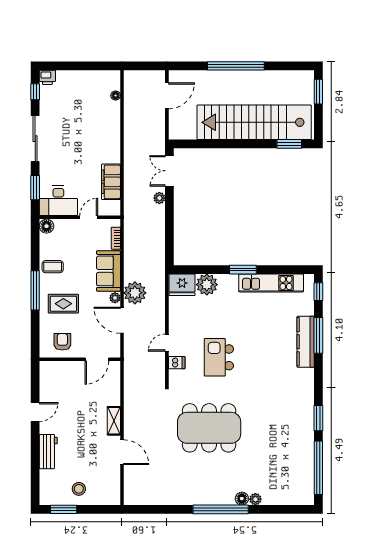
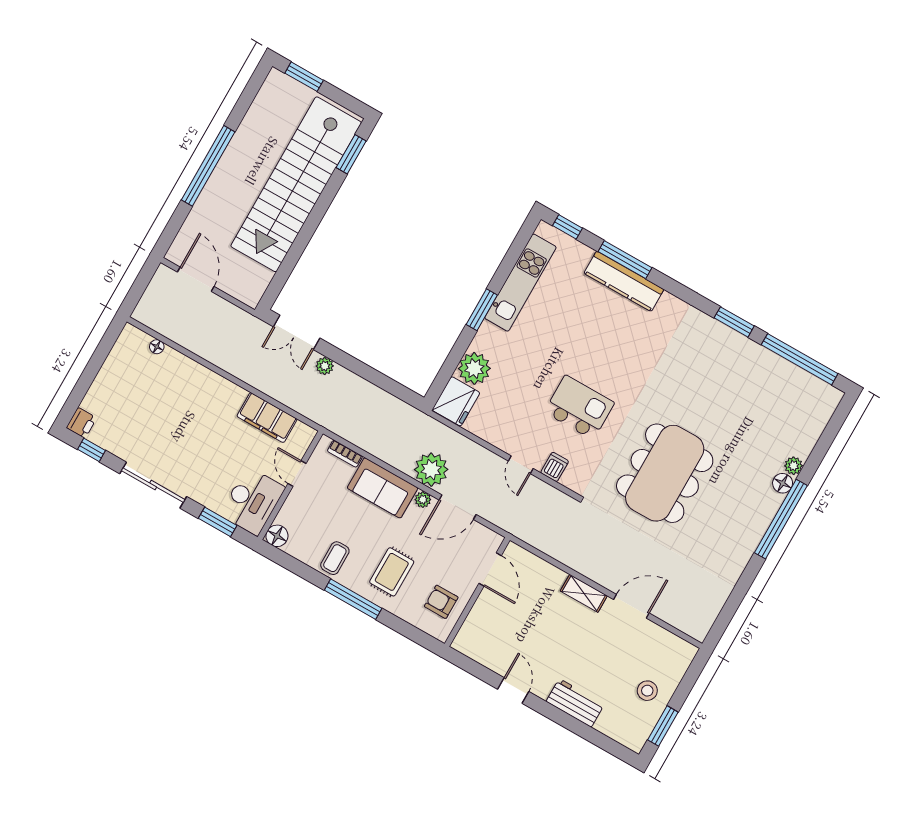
kitchen island: (219, 357) -> (579, 407), turned 180

